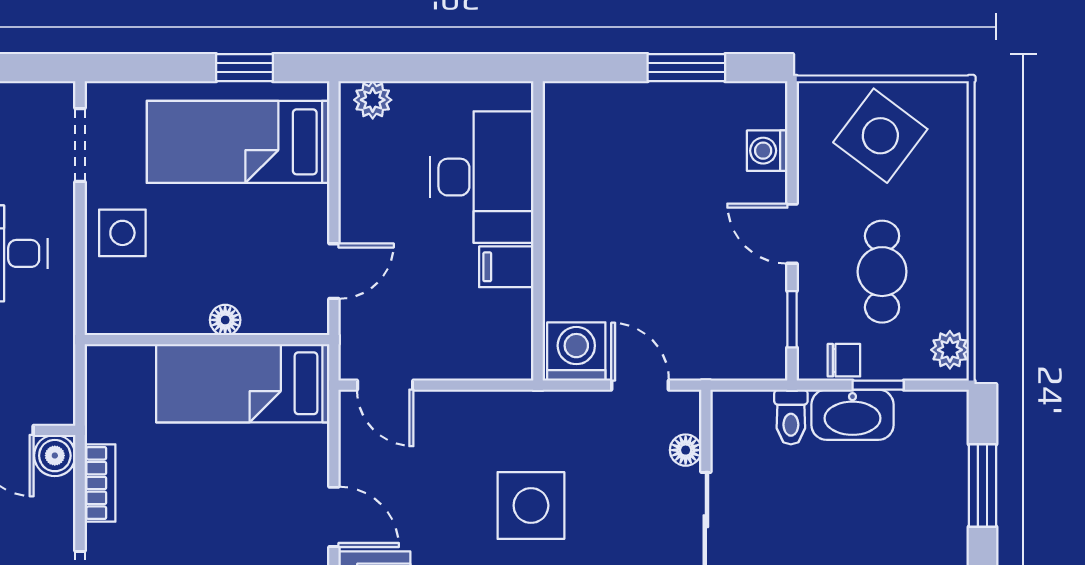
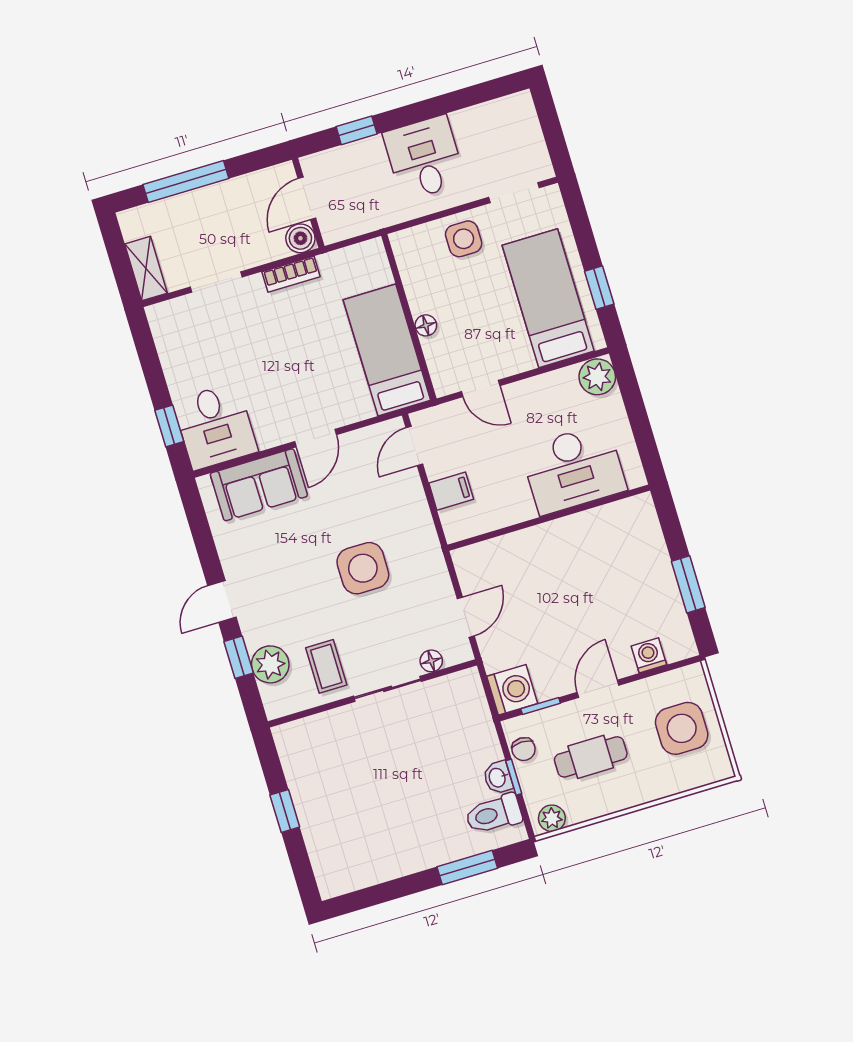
plant: (373, 100) -> (597, 377), width x1.38, depth x1.38
side table: (880, 136) -> (682, 728), turned -37
filing cabinet: (506, 267) -> (451, 491), moved, turned 90
washing machine: (576, 351) -> (512, 690), moved
washbasin: (852, 415) -> (498, 778), width x0.52, depth x0.69
toilet: (791, 417) -> (494, 814), moved, width x1.37, depth x1.39

